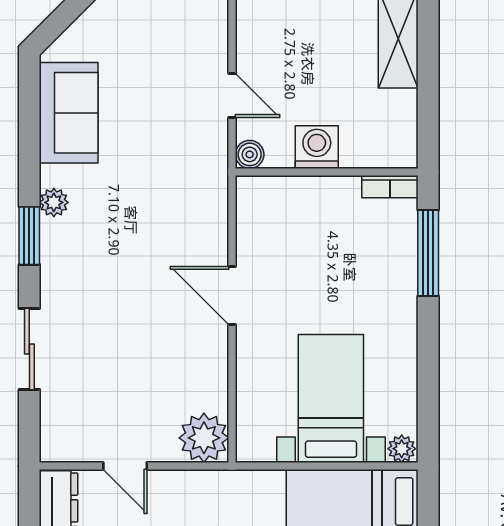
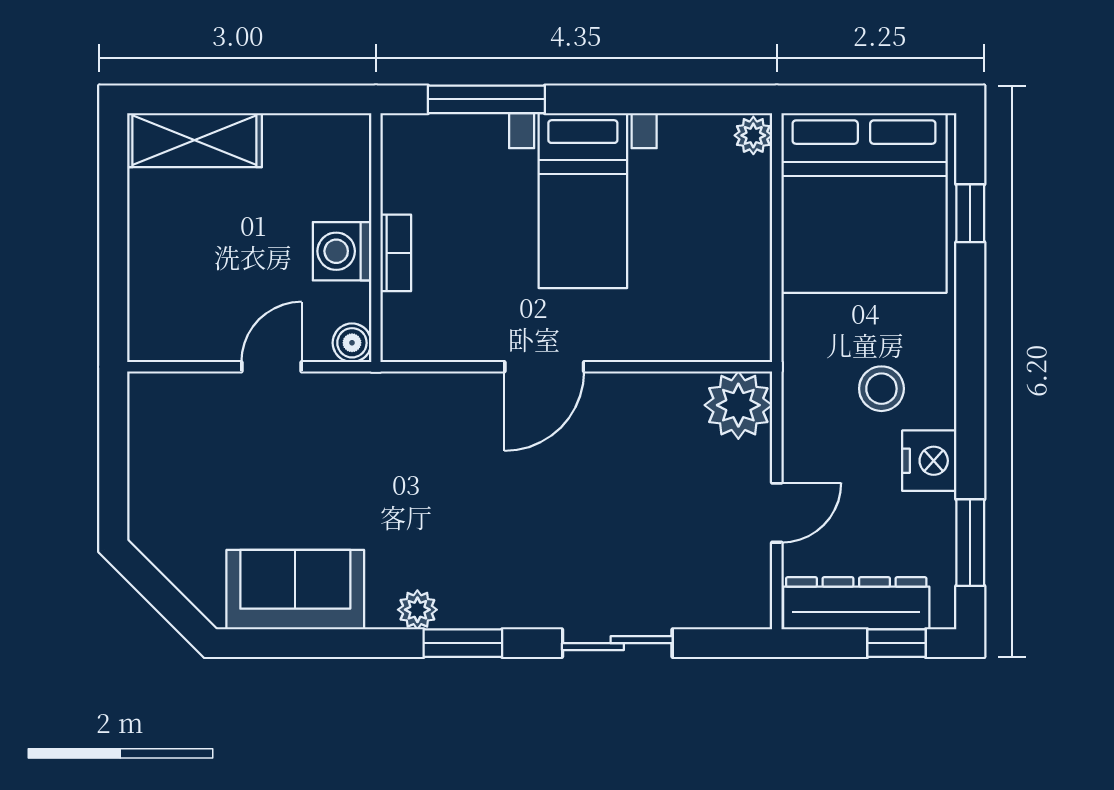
bookcase: (390, 187) -> (396, 253), moved
bed with nightstands: (331, 398) -> (583, 201), moved, turned -90

